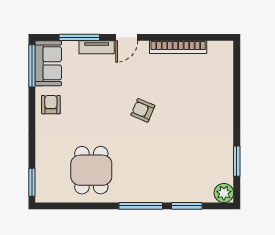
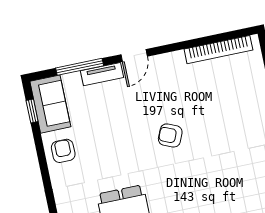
bookcase: (178, 47) -> (218, 50), moved
window: (32, 66) -> (32, 111), width x0.46

